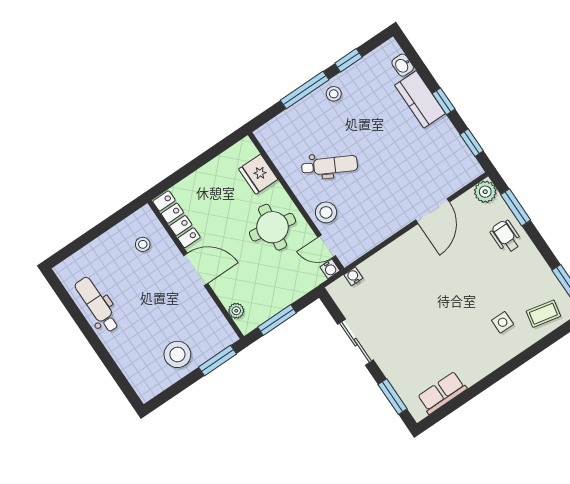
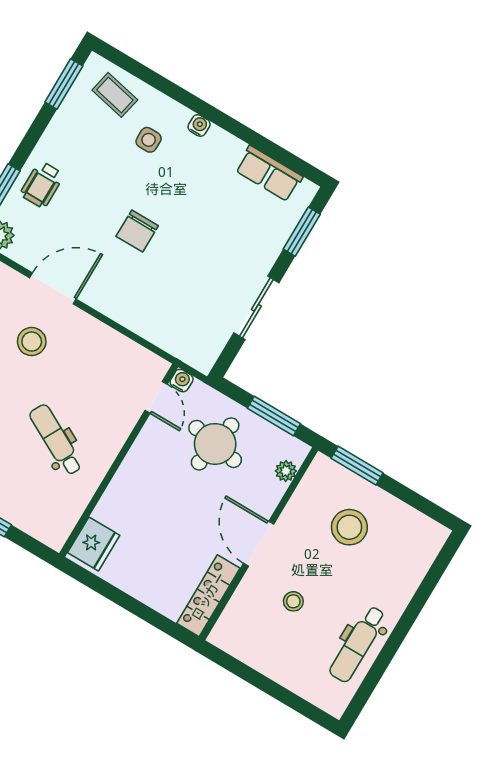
fridge: (258, 174) -> (94, 544), moved
stool: (326, 212) -> (32, 342), moved
round table: (272, 227) -> (215, 444), moved
stool: (143, 244) -> (293, 601), moved
water cooler: (353, 276) -> (199, 125), moved, turned 180
chair: (445, 286) -> (137, 231), added
stool: (177, 354) -> (349, 527), moved

